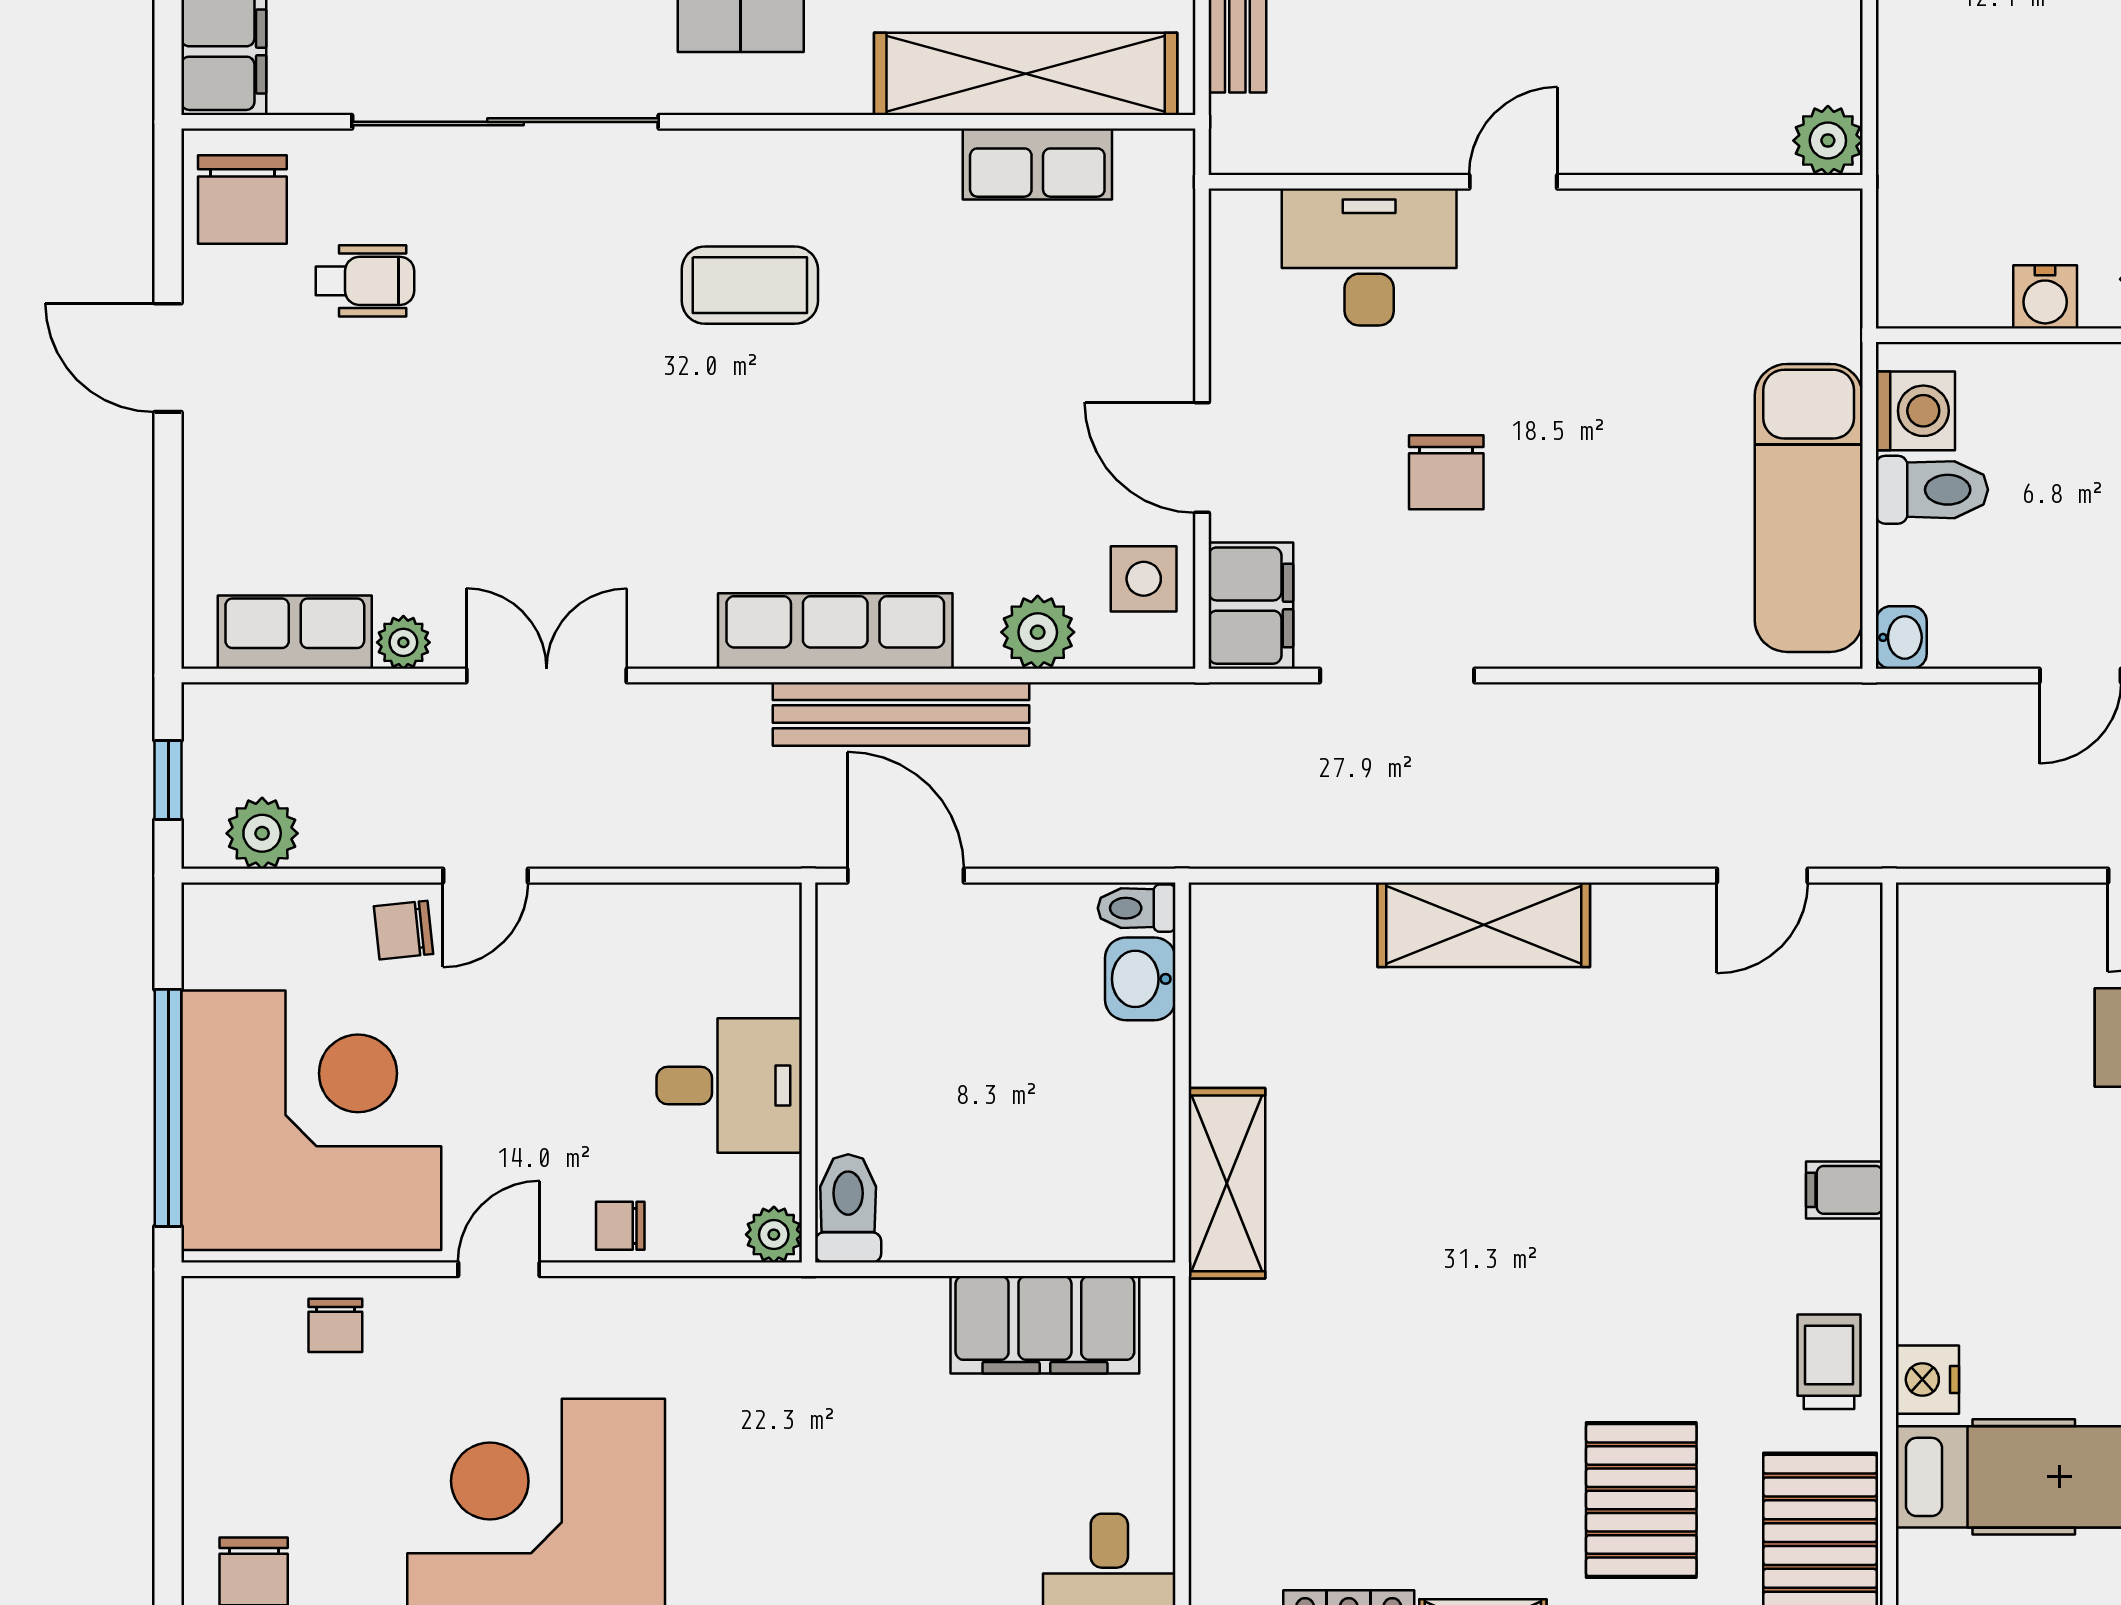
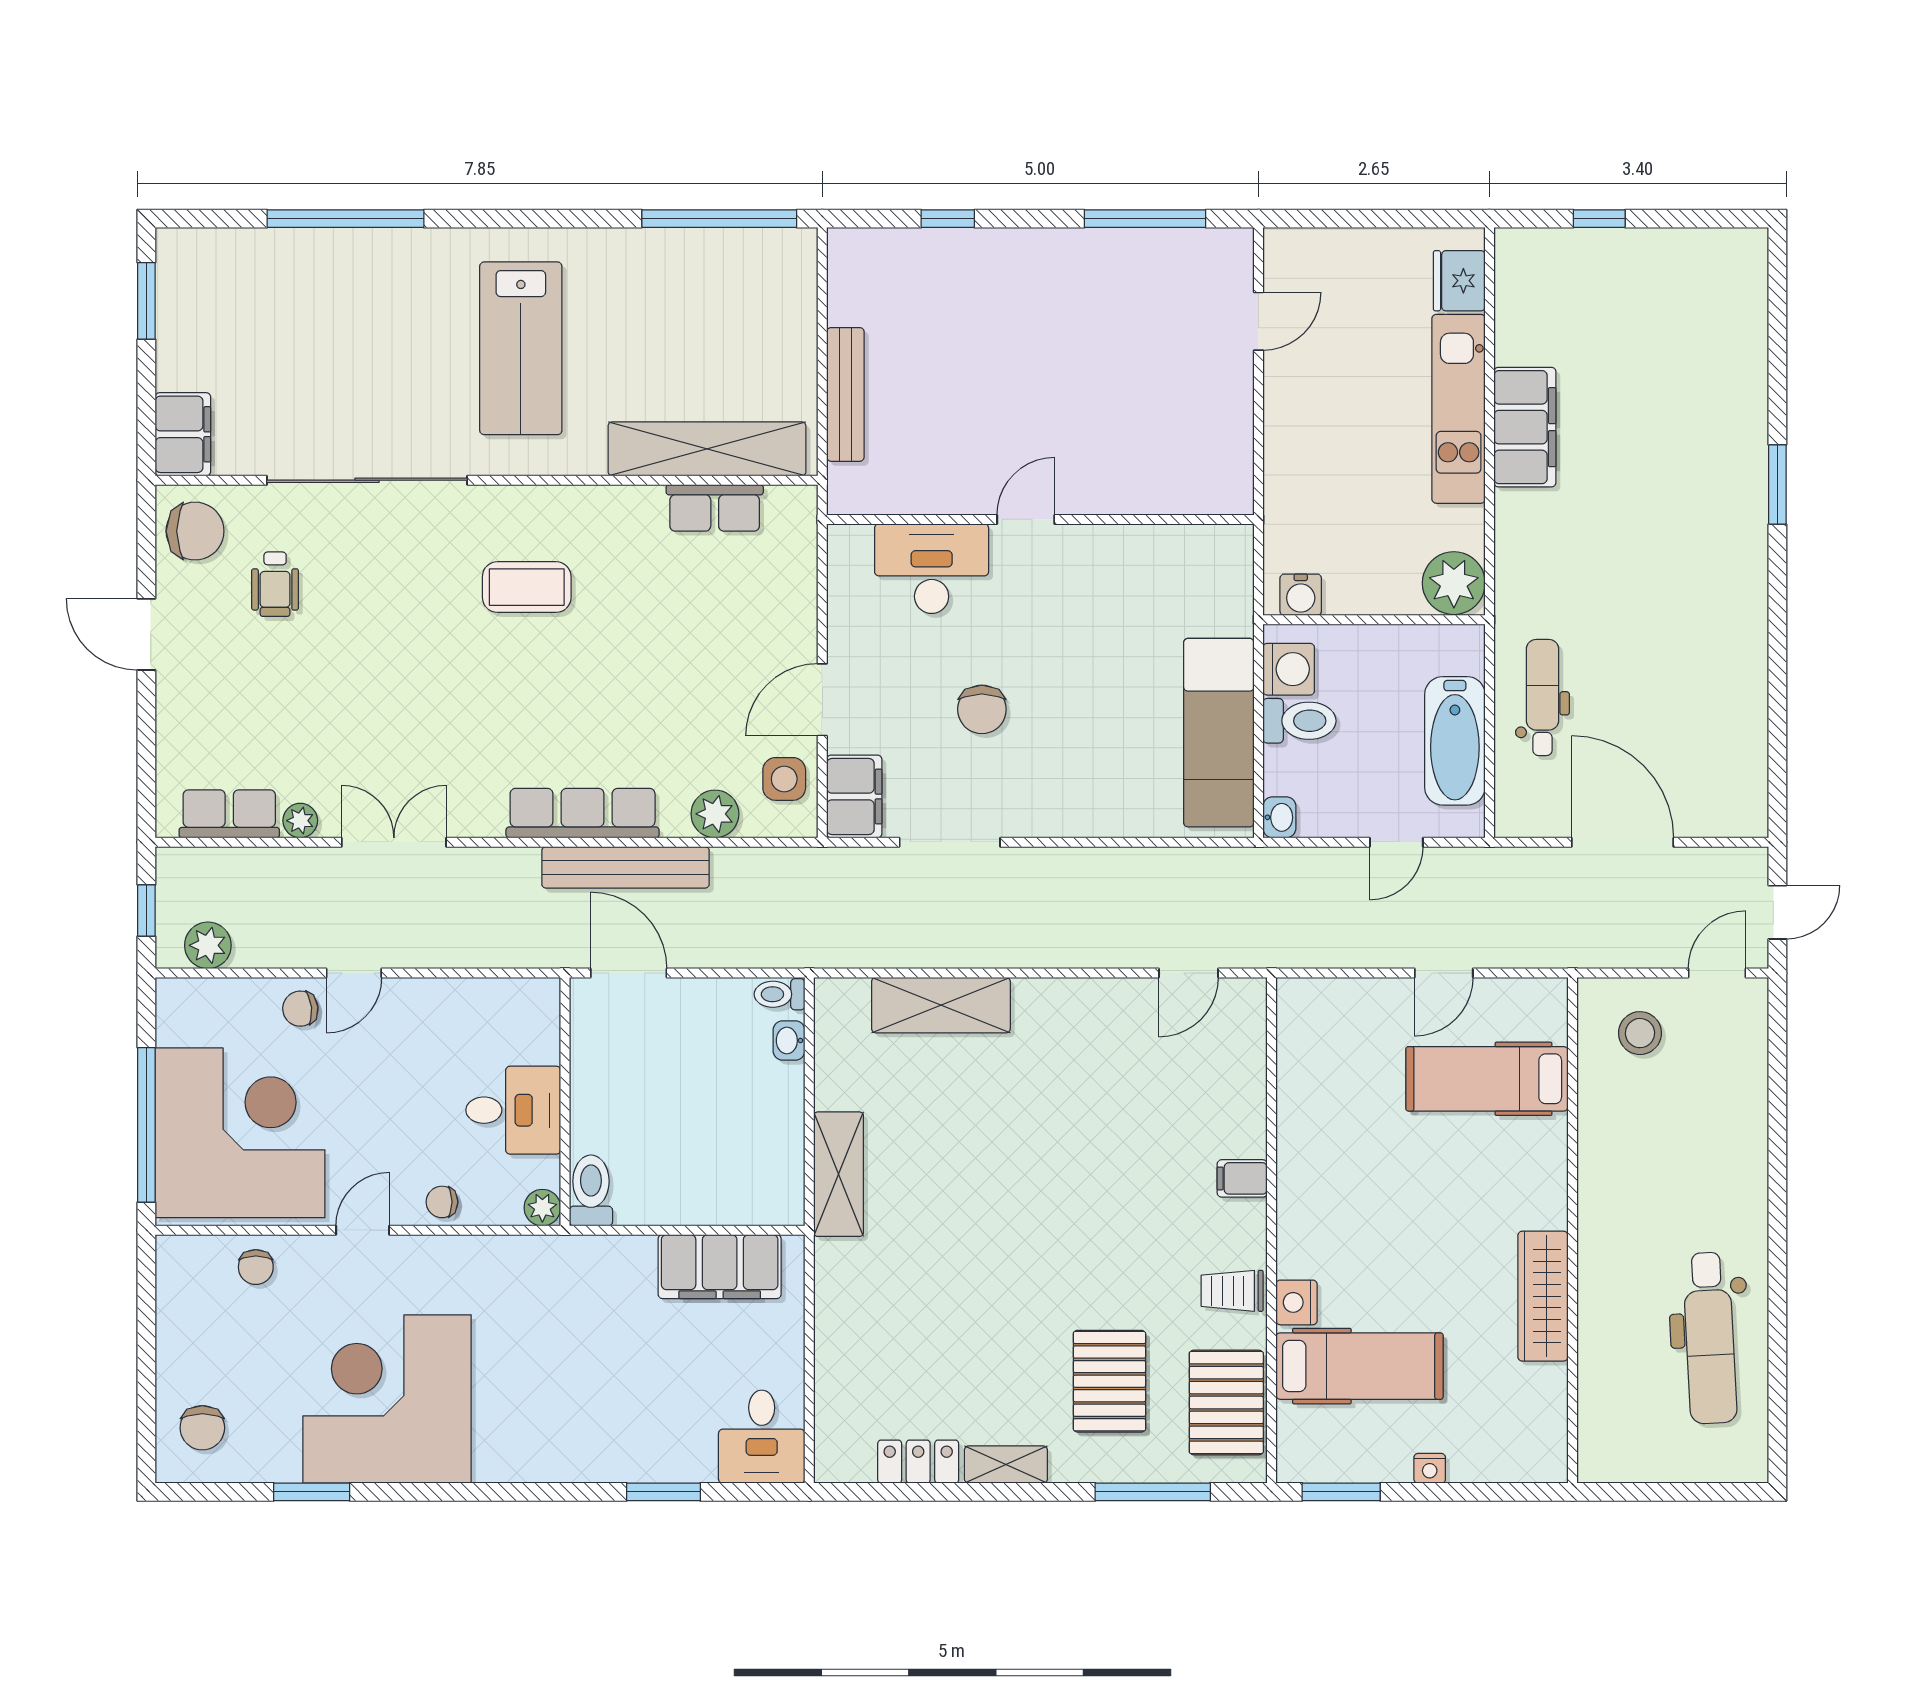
plant: (1828, 141) -> (1231, 492), removed
chair: (242, 200) -> (195, 531), turned -90
wheelchair: (365, 281) -> (275, 584), turned 90
water cooler: (2045, 297) -> (1301, 595), moved
door: (1202, 458) -> (822, 700), hinge flipped
shelving: (1484, 925) -> (941, 1005), moved
washbasin: (1140, 979) -> (789, 1041), width x0.72, depth x0.69
trolley: (1829, 1362) -> (1232, 1291), turned -90

